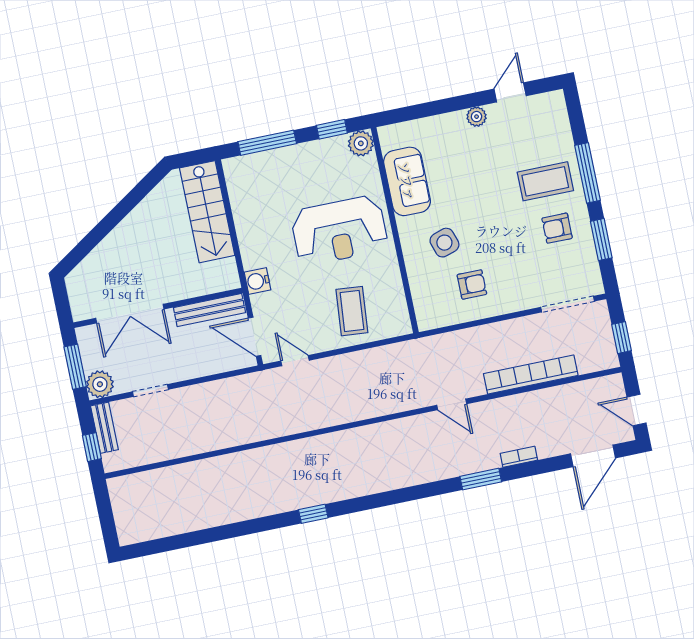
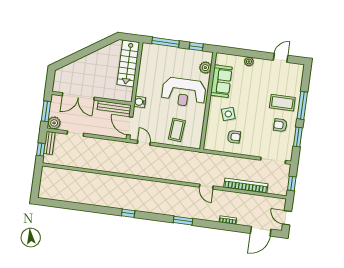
plant: (477, 117) -> (249, 62), moved
plant: (361, 143) -> (205, 68), moved
window: (481, 479) -> (183, 221), moved

